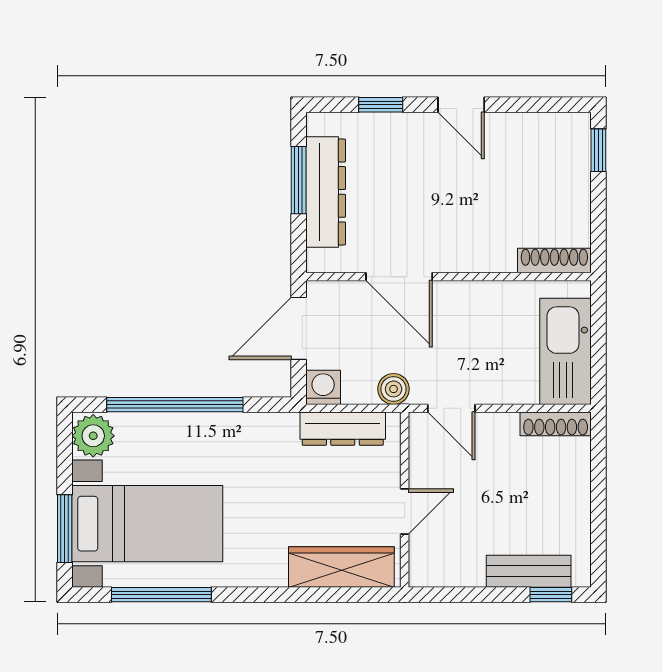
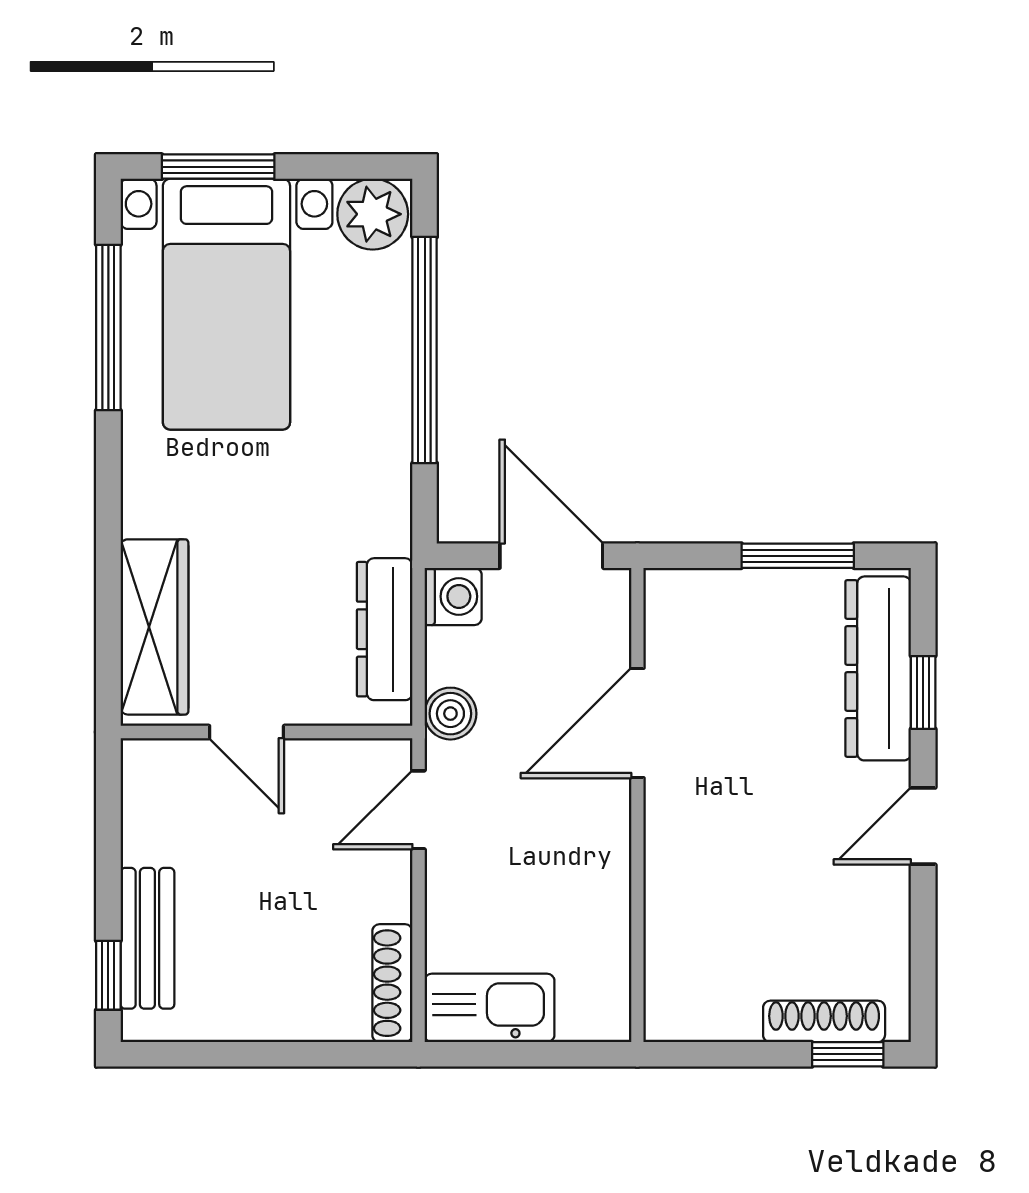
dresser: (326, 192) -> (878, 668), moved, turned 90
shoe rack: (554, 261) -> (824, 1021), moved, turned -90
kitchen sink: (566, 351) -> (489, 1008), width x0.73, depth x0.81

